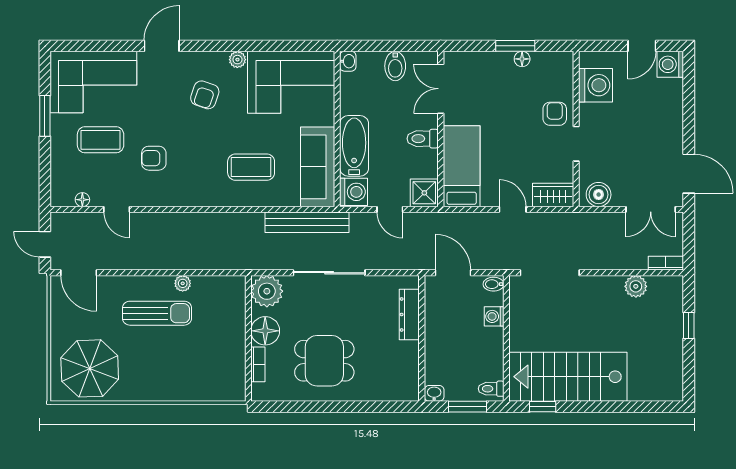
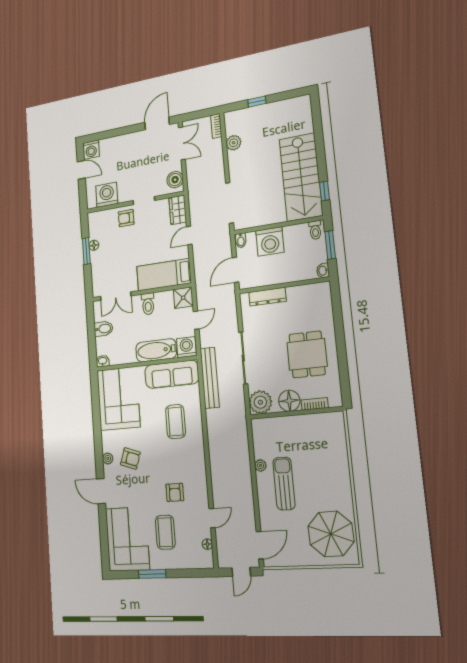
plant: (237, 60) -> (108, 458), moved
washing machine: (494, 316) -> (270, 241), width x1.89, depth x1.89

